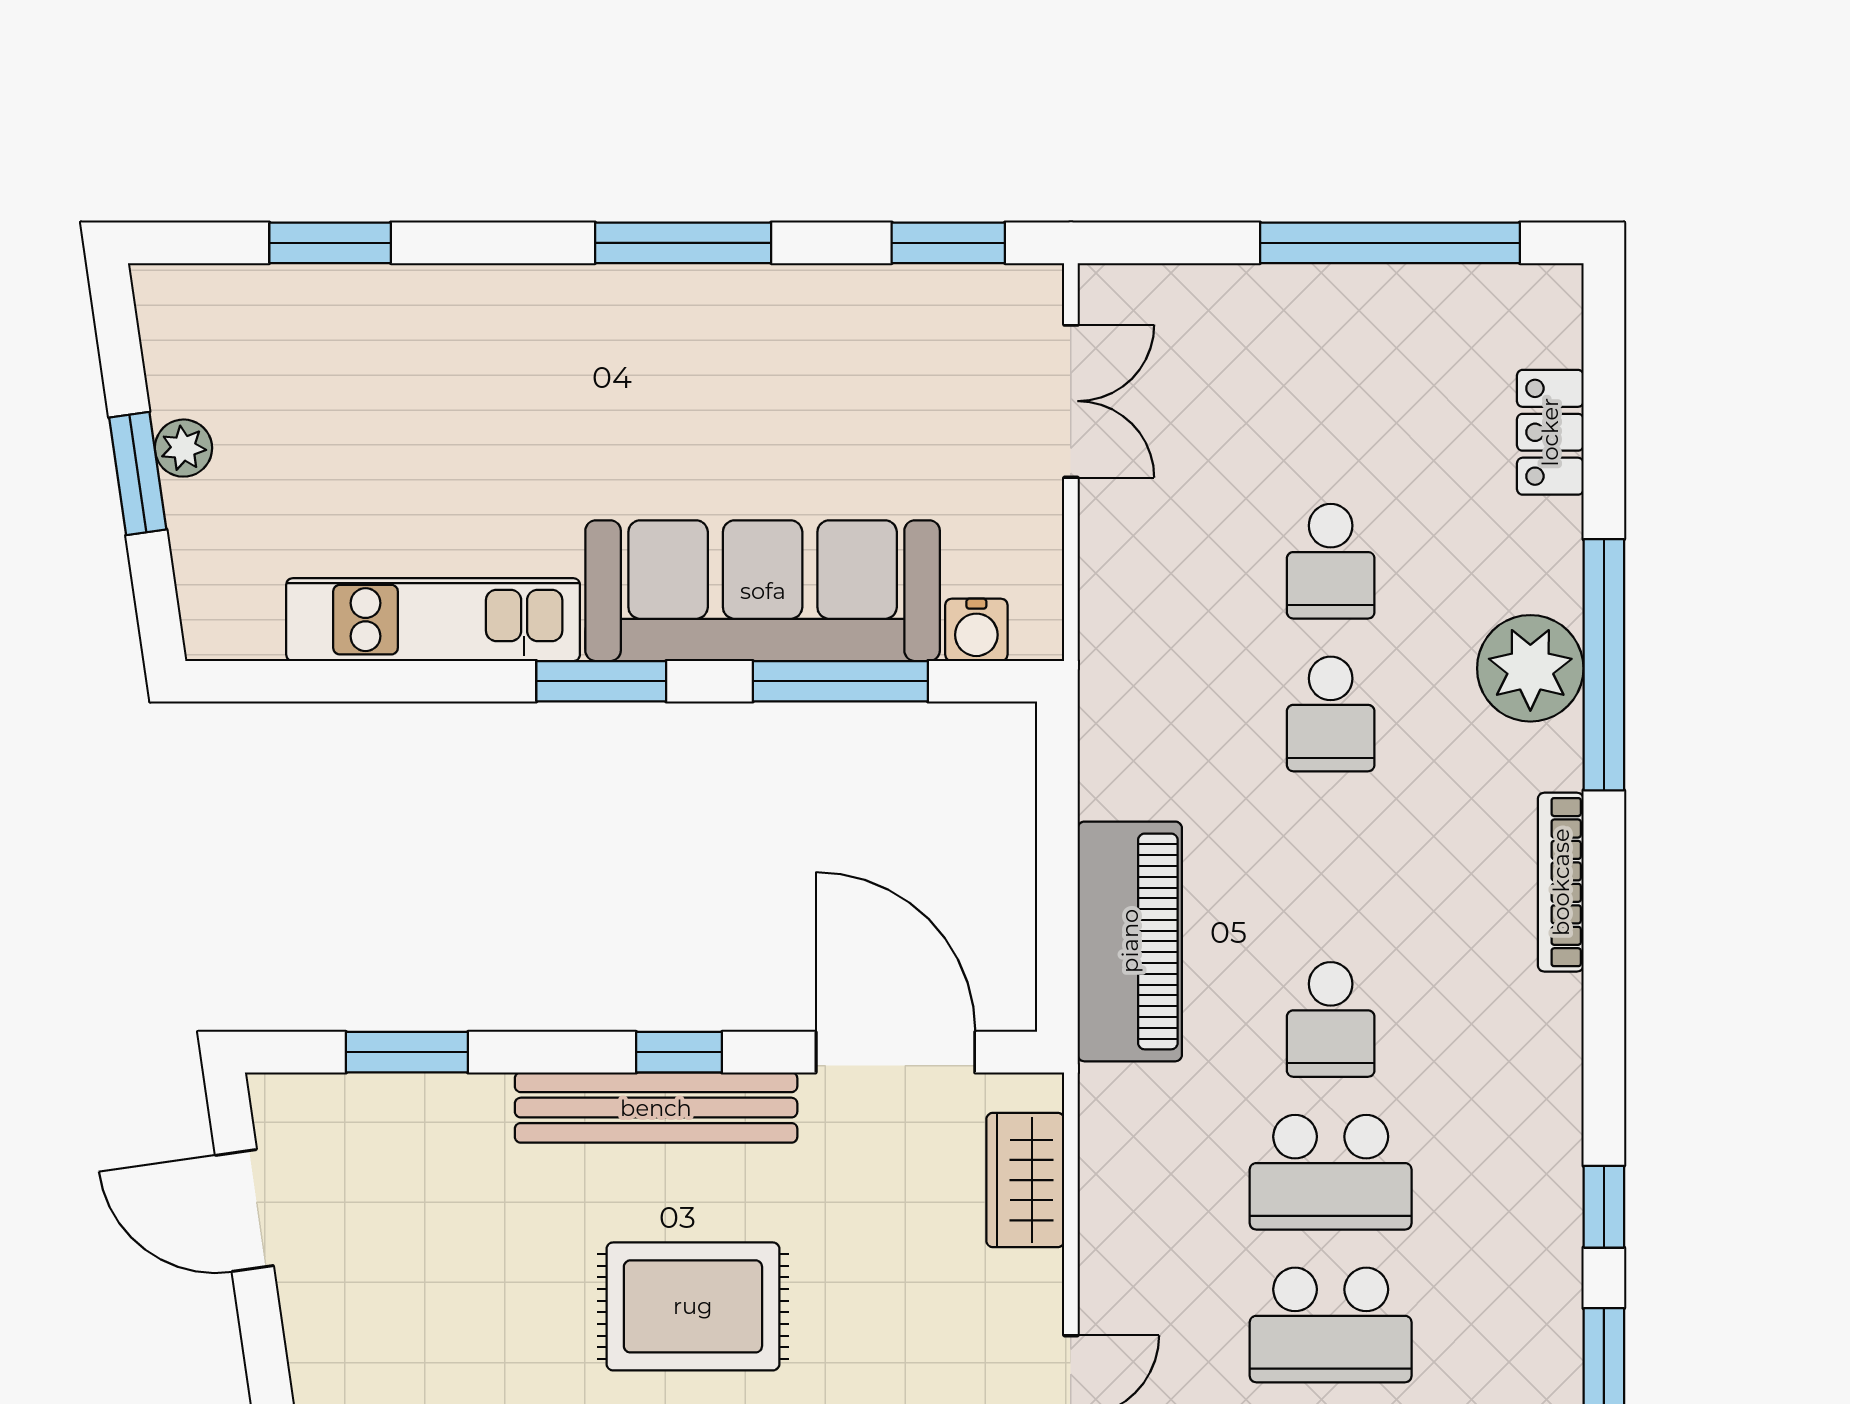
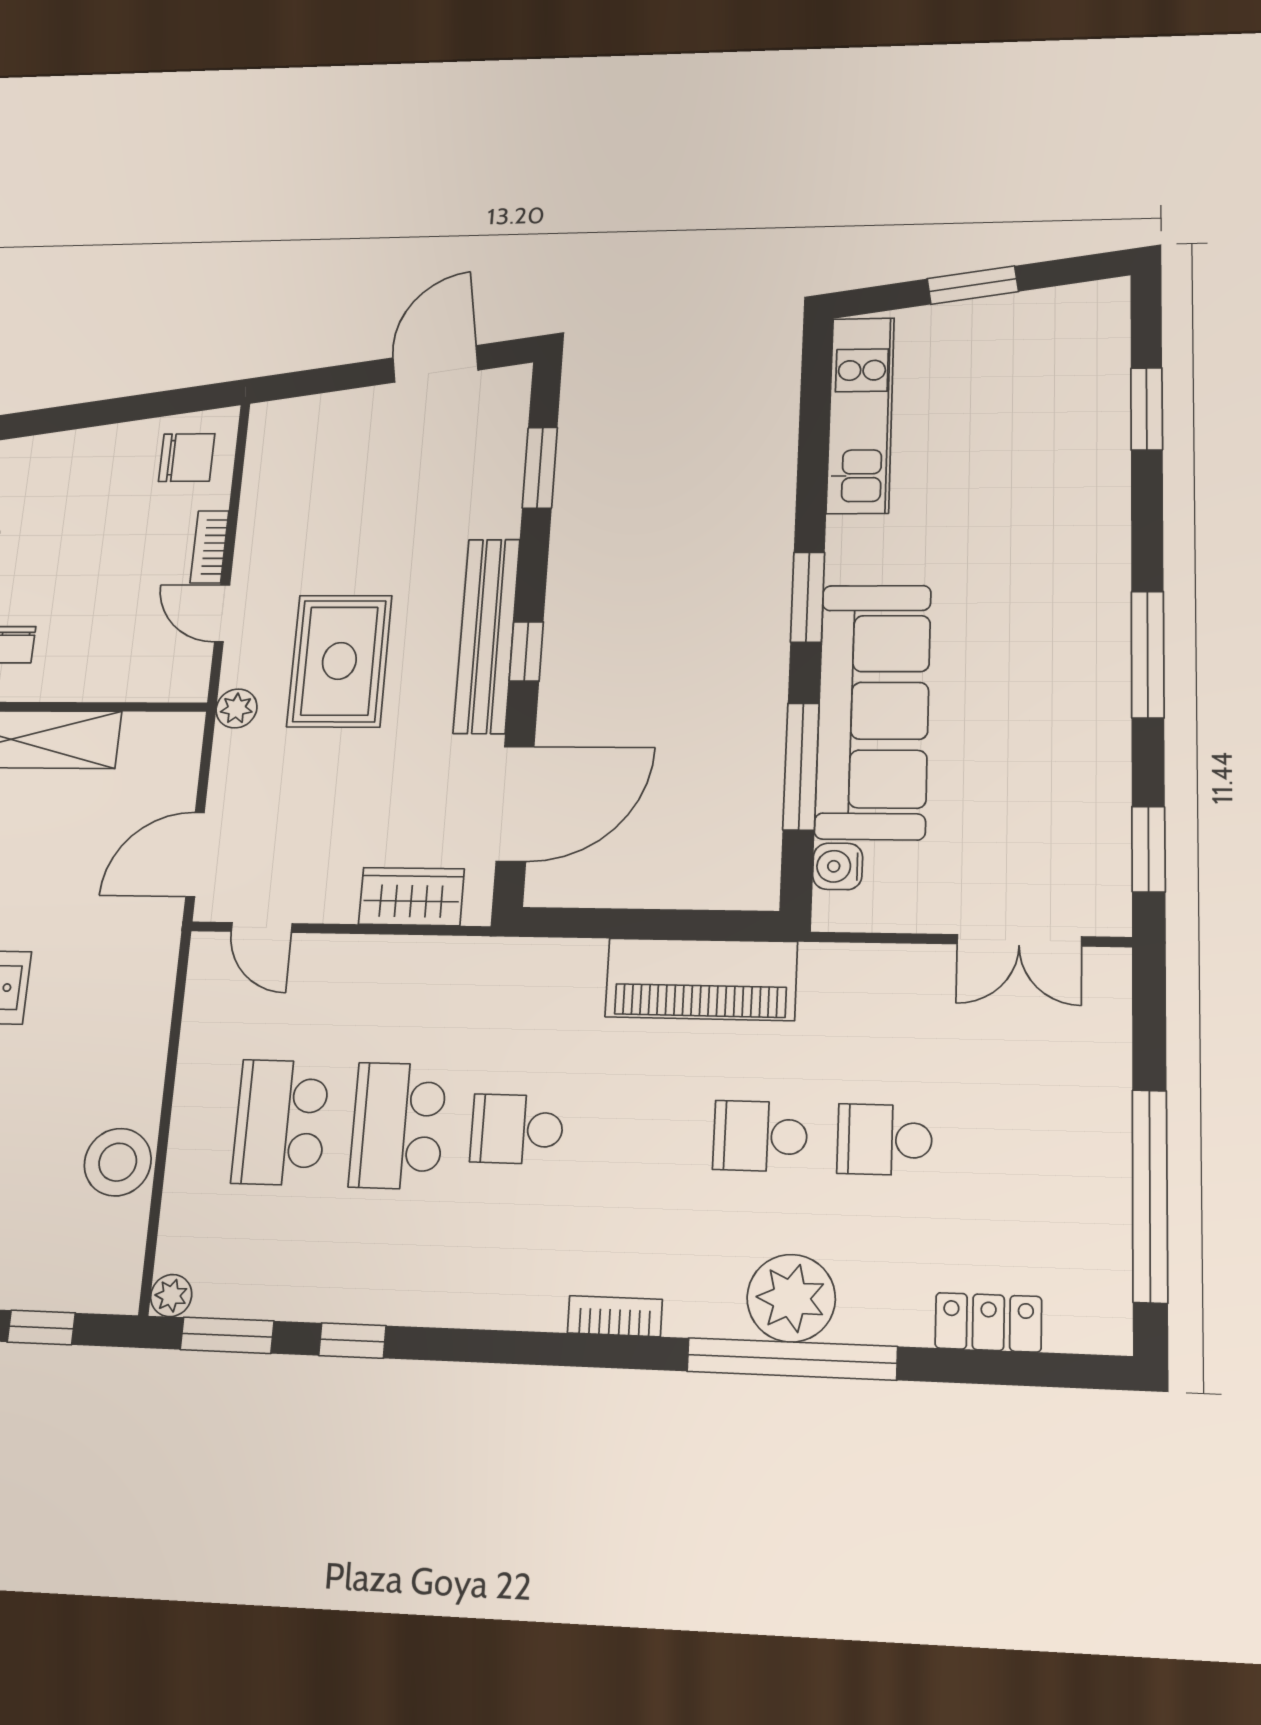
plant: (183, 448) -> (991, 314), removed
kitchen unit: (433, 620) -> (860, 415), moved
bookcase: (1561, 882) -> (615, 1316), width x0.64
piano: (1130, 941) -> (701, 979), moved

